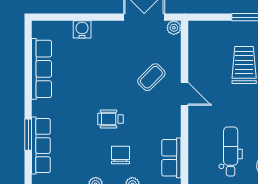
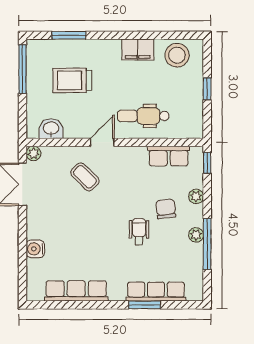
washbasin: (198, 45) -> (51, 129), added
wheelchair: (110, 119) -> (139, 232), moved, turned 180
dental chair: (231, 152) -> (143, 116), moved
chair: (121, 155) -> (166, 209), turned 84

